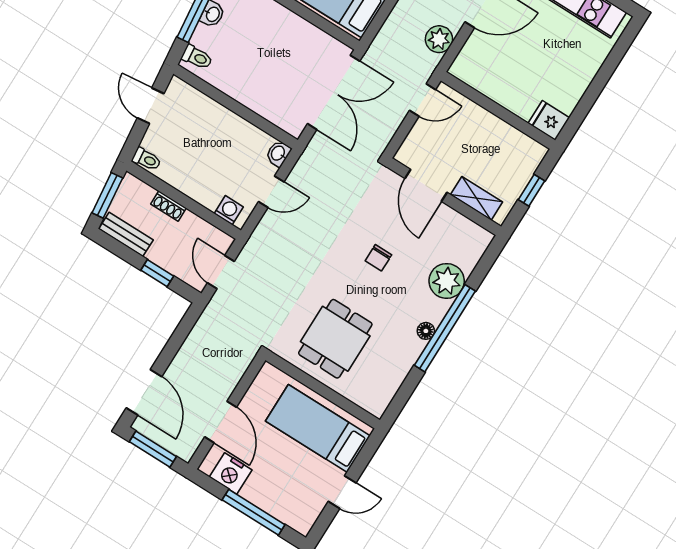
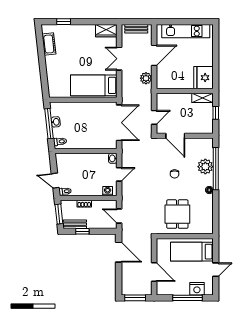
door: (423, 100) -> (154, 117), moved
door: (151, 106) -> (55, 181), moved
fridge: (549, 120) -> (204, 78), width x1.88, depth x1.34
shelving: (476, 198) -> (202, 98), moved
window: (157, 273) -> (82, 231), moved
window: (445, 328) -> (216, 169), moved
door: (144, 392) -> (119, 252), moved
nightstand: (231, 473) -> (197, 289), moved

